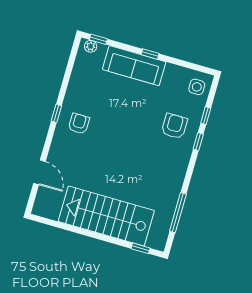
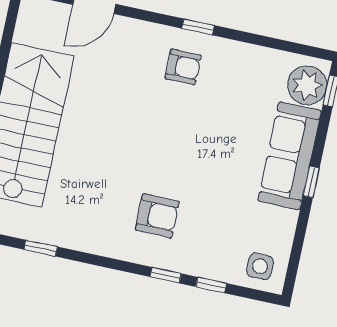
plant: (91, 46) -> (307, 85), width x1.88, depth x1.88
armchair: (174, 126) -> (157, 216), moved
window: (178, 213) -> (41, 248), width x0.46

